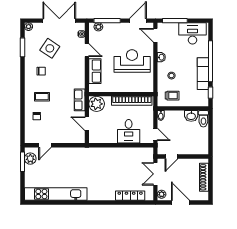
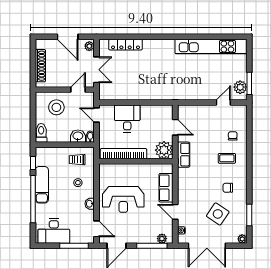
washbasin: (191, 116) -> (78, 136), moved
stool: (190, 141) -> (56, 107), added

